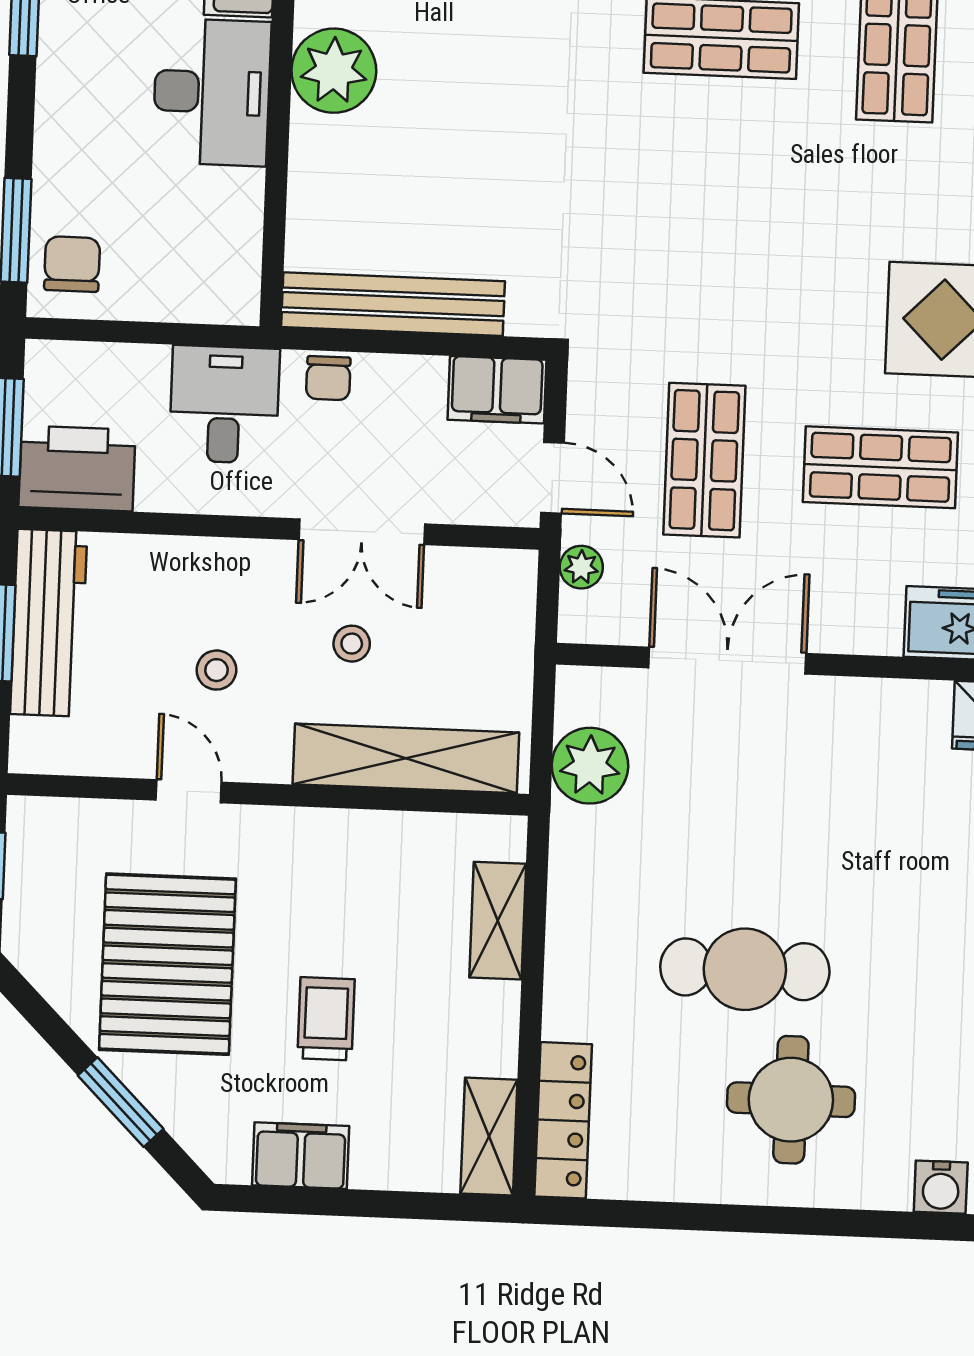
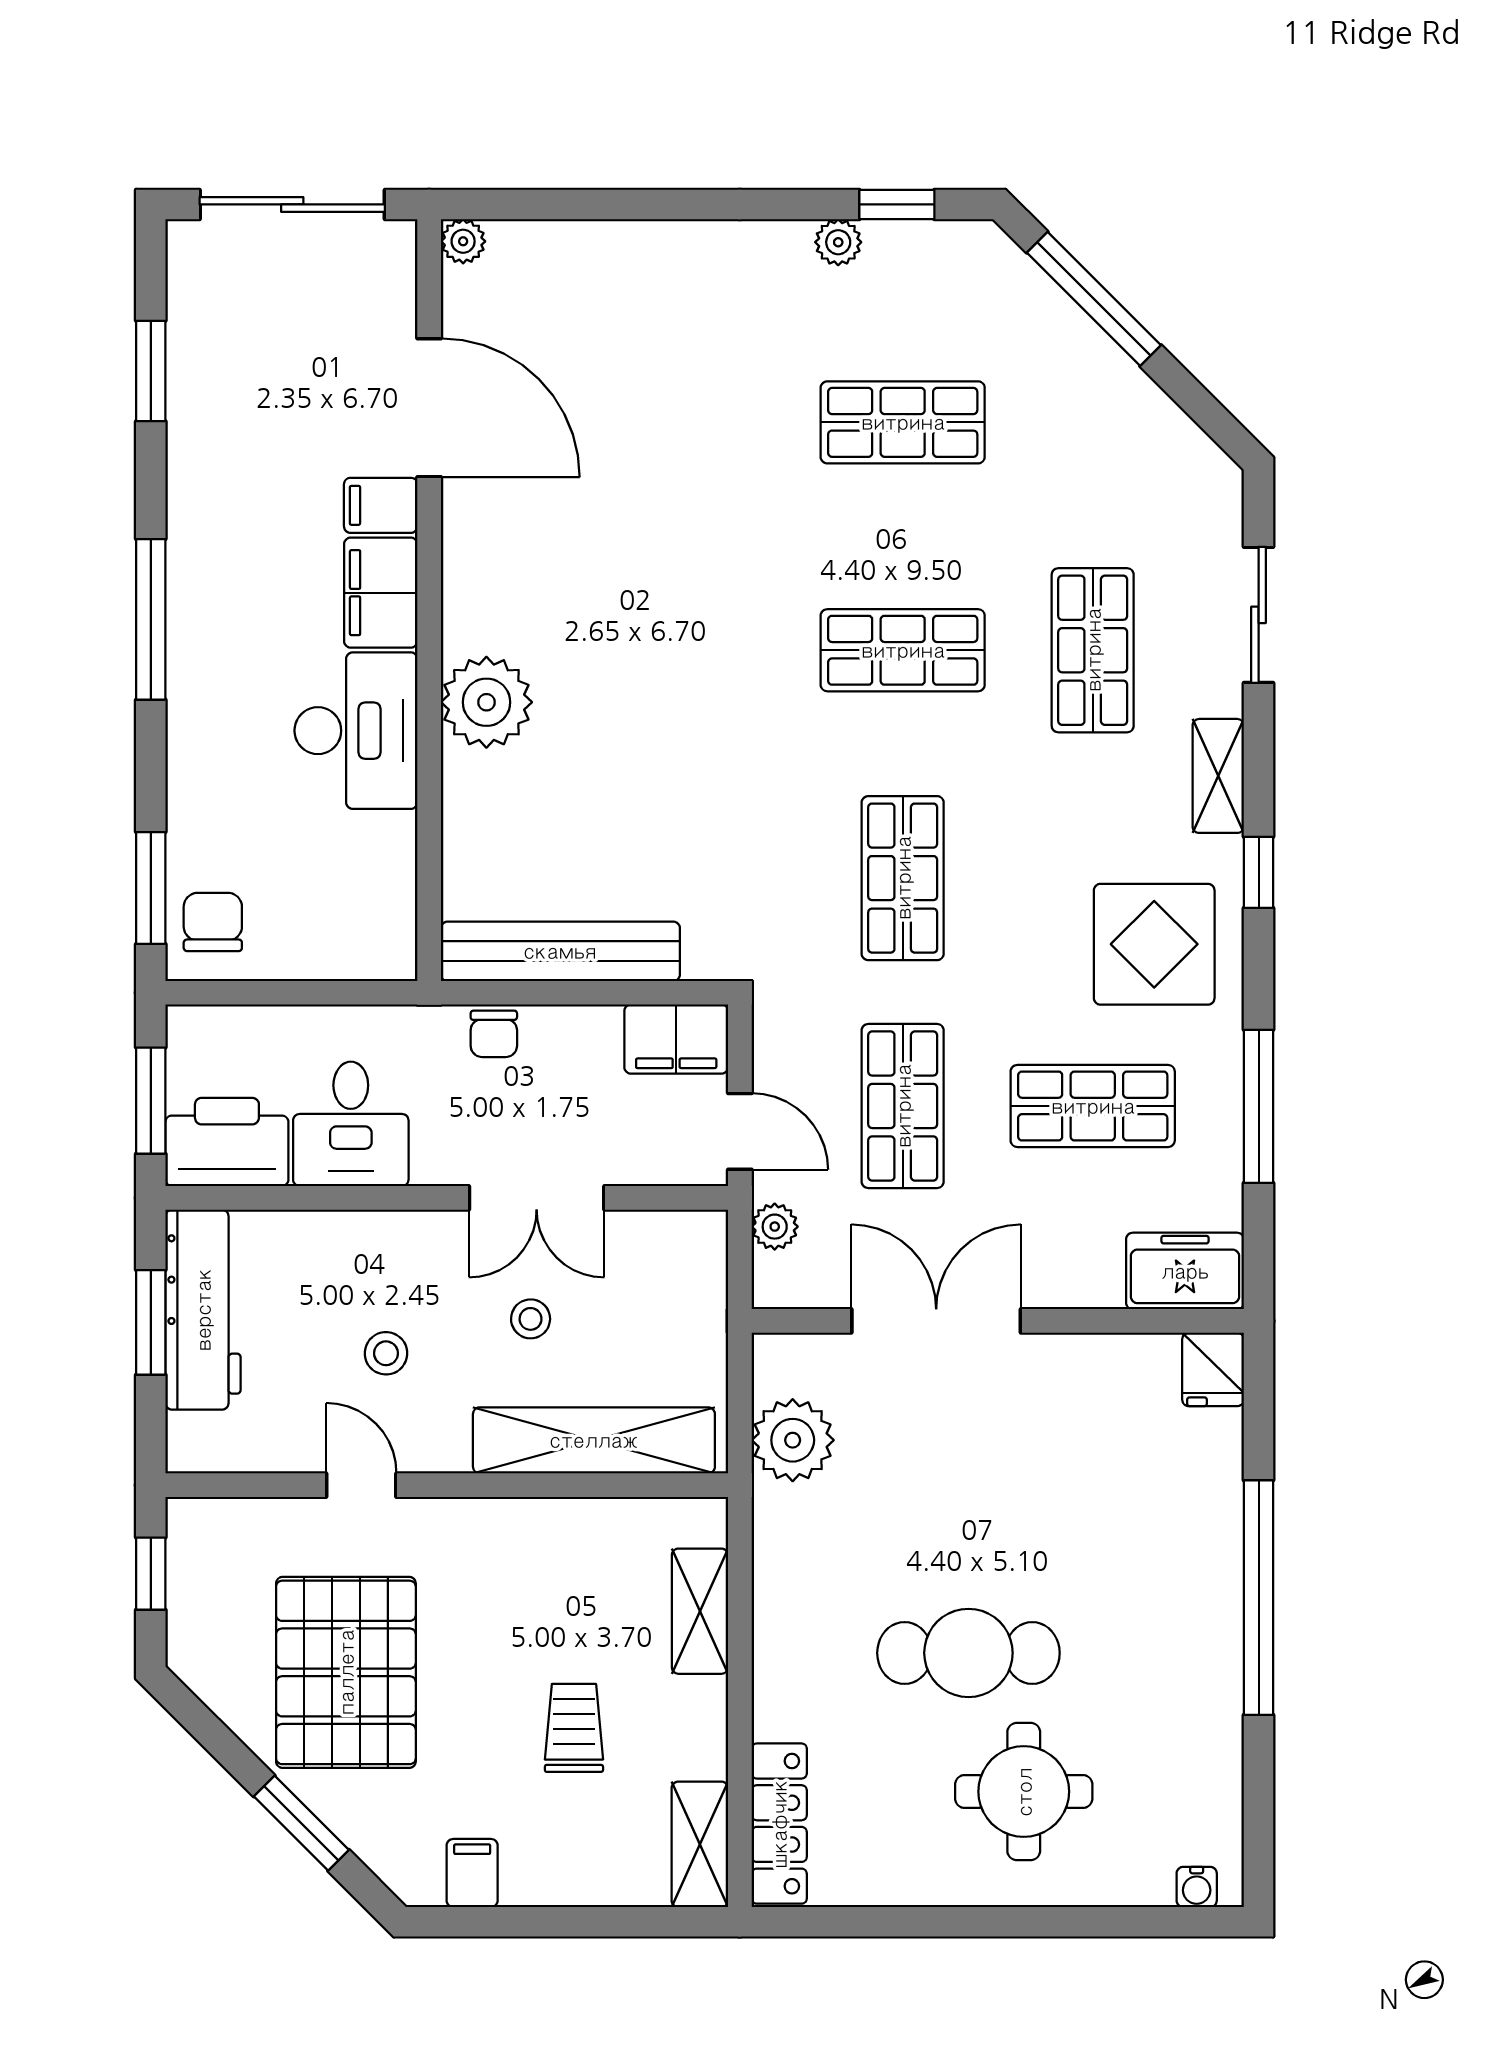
shop shelf: (713, 249) -> (903, 878), added
desk: (224, 404) -> (351, 1124), moved, turned 180
trolley: (326, 1019) -> (574, 1728), moved
filing cabinet: (301, 1156) -> (472, 1873), width x0.50
water cooler: (941, 1187) -> (1197, 1887), width x0.72, depth x0.72

